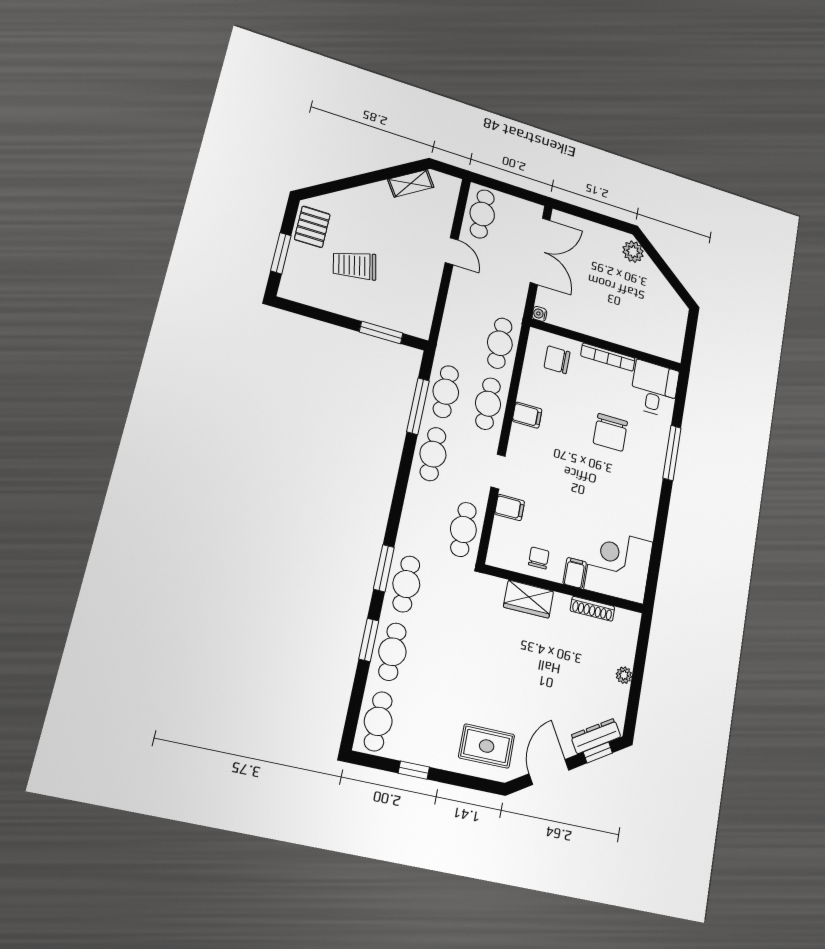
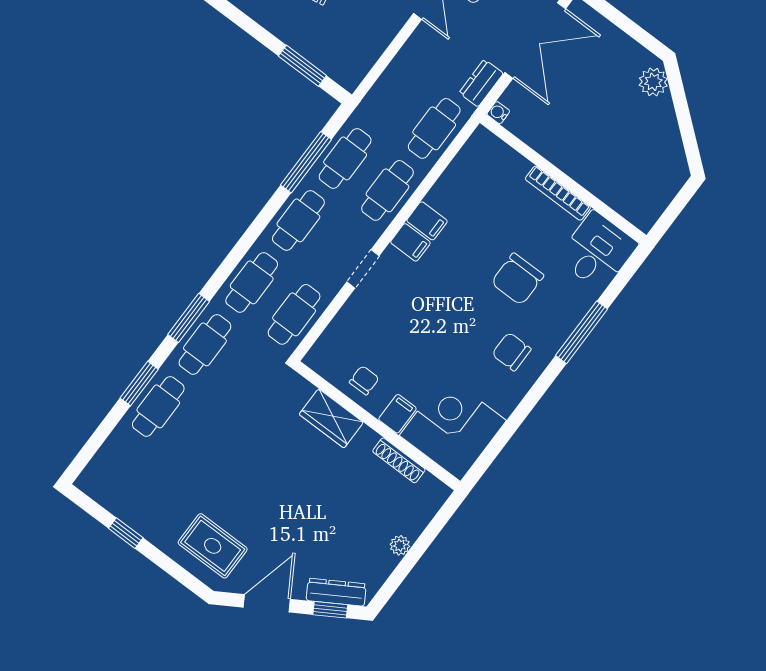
dresser: (517, 297) -> (481, 83), added
chair: (557, 360) -> (511, 352), moved
filing cabinet: (510, 508) -> (410, 242), moved
cafe table: (378, 721) -> (252, 282), moved

